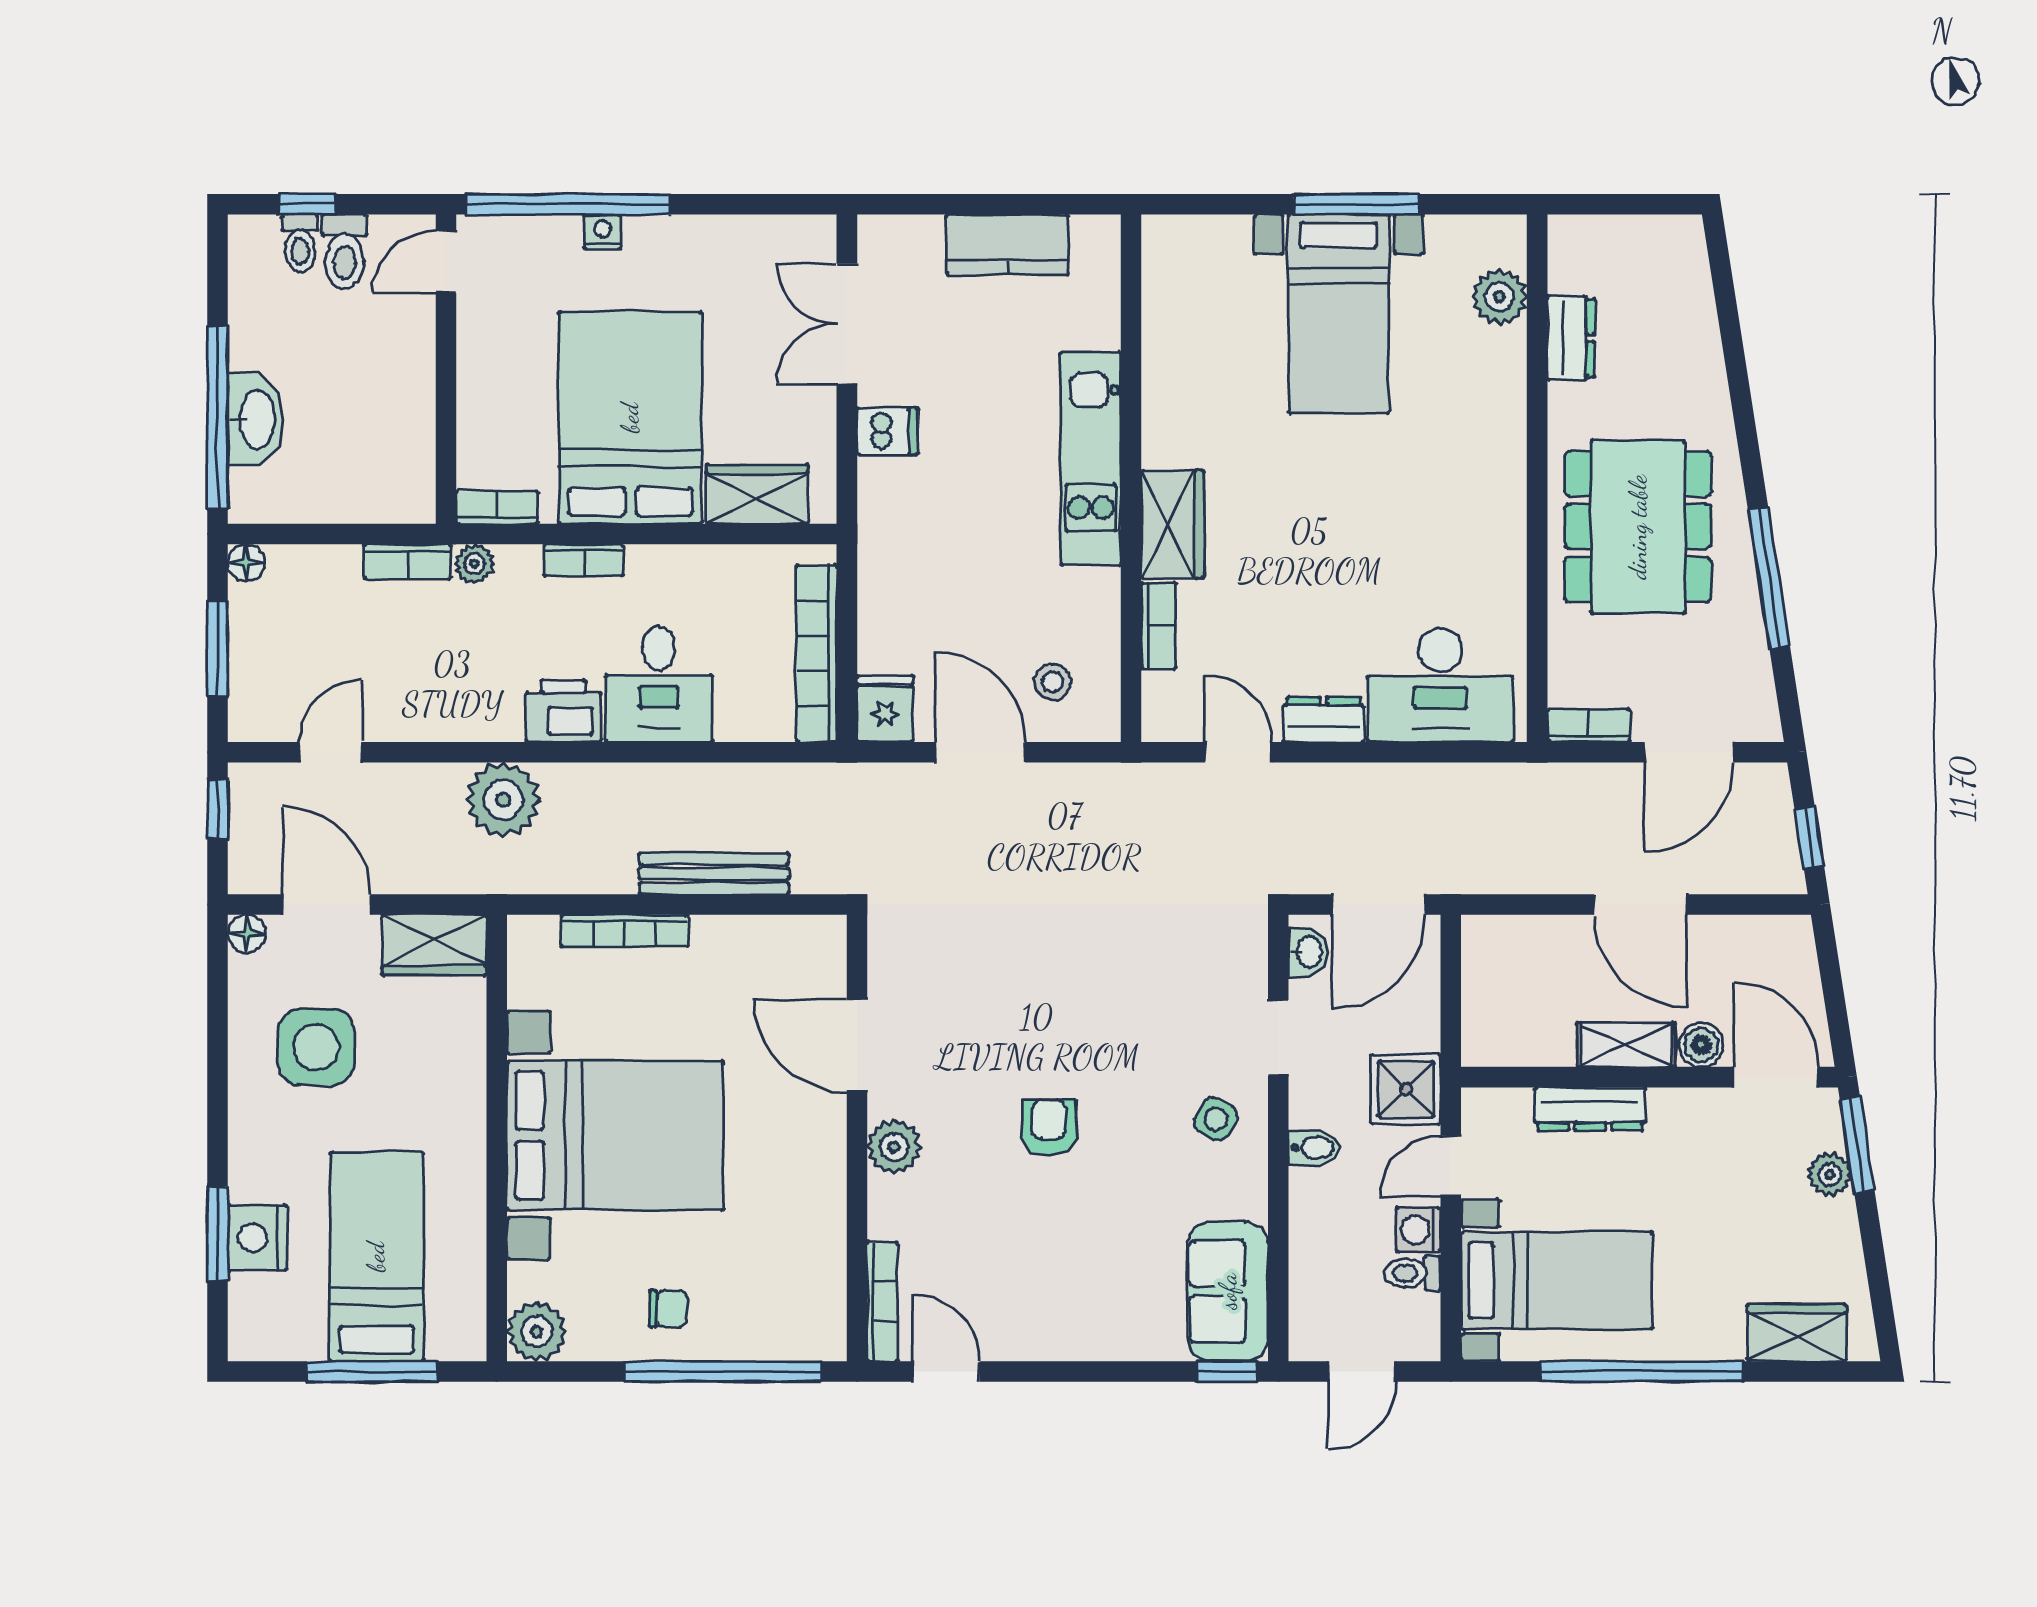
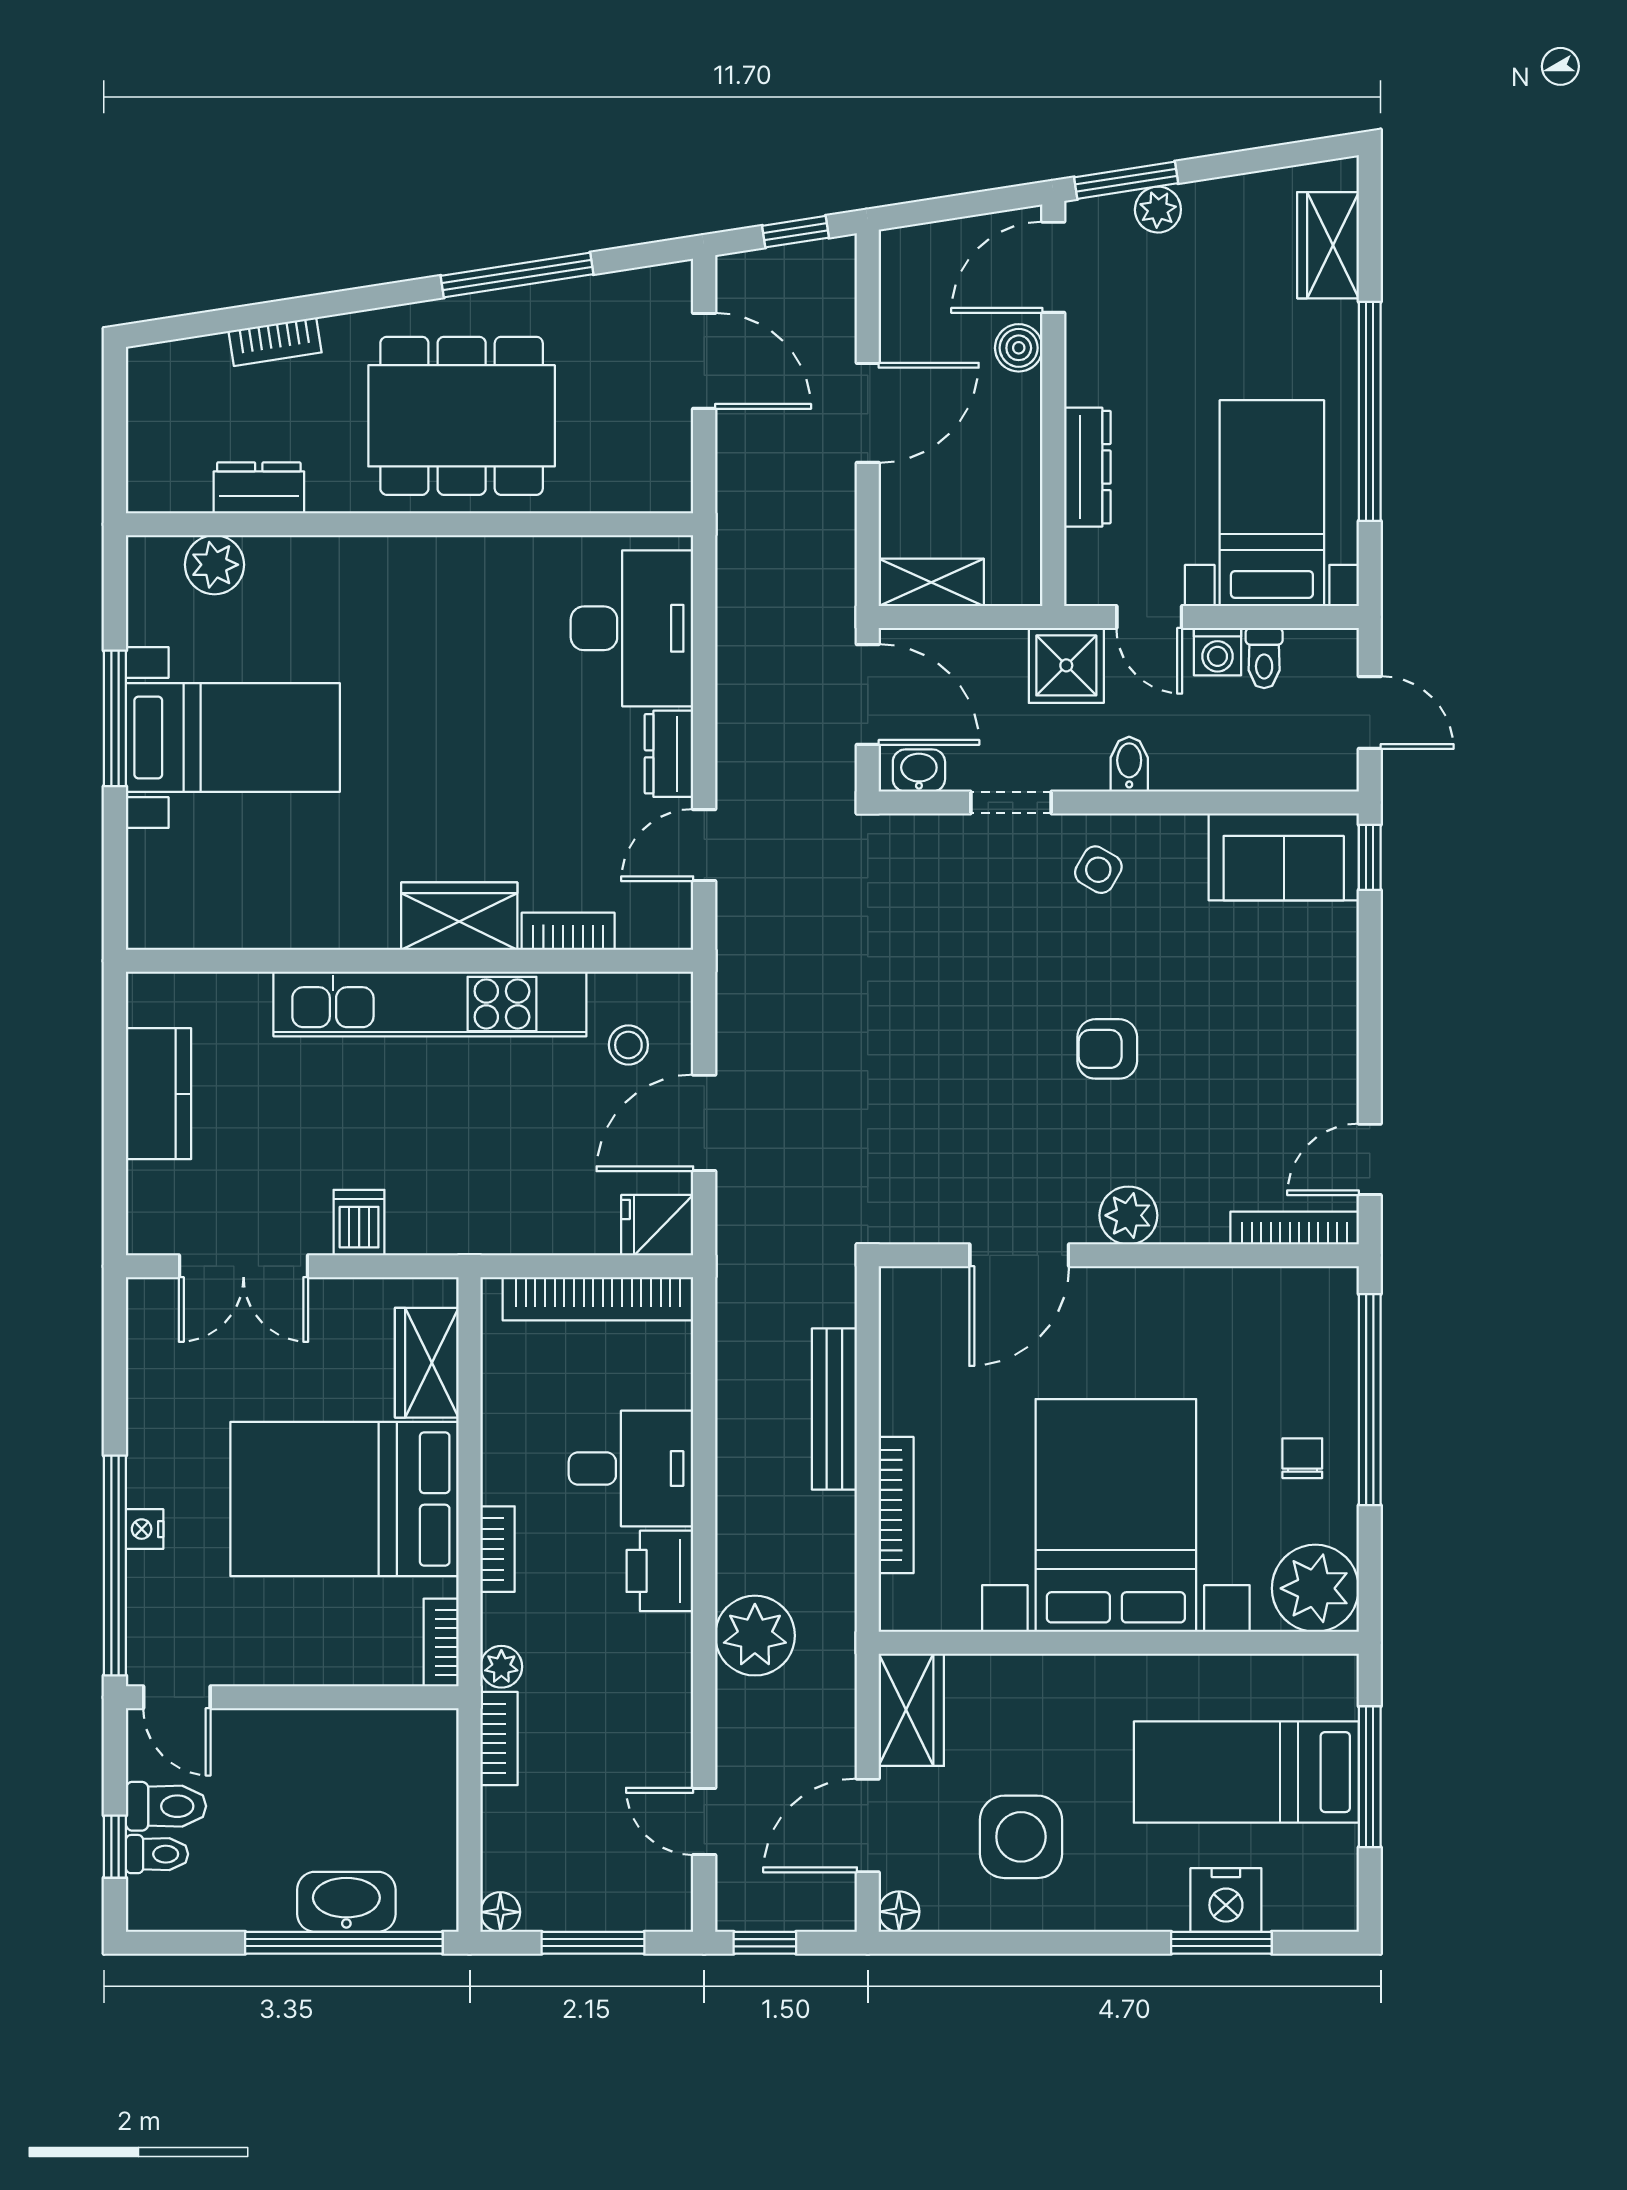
kitchen unit: (1091, 458) -> (430, 1004), width x1.36
bookcase: (1589, 726) -> (275, 342), moved, turned -99
shelving: (1626, 1045) -> (931, 582), moved, turned 90
plant: (537, 1332) -> (1315, 1588), width x1.36, depth x1.36

